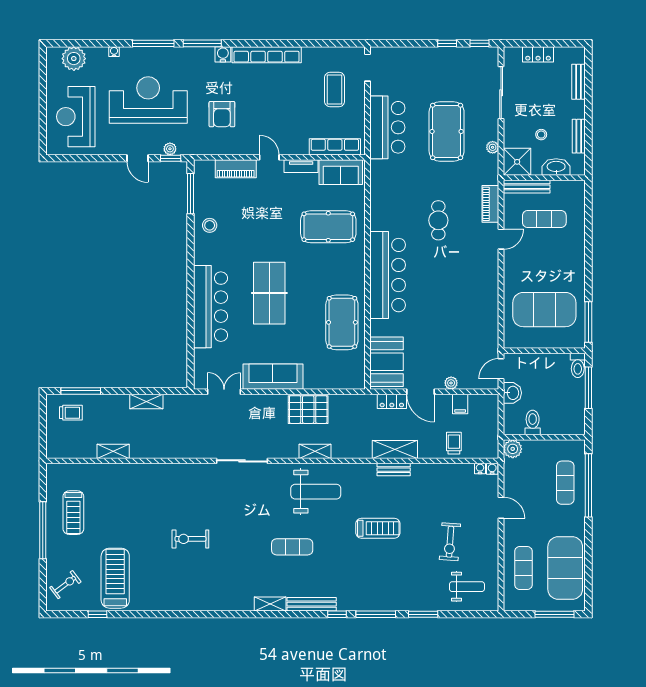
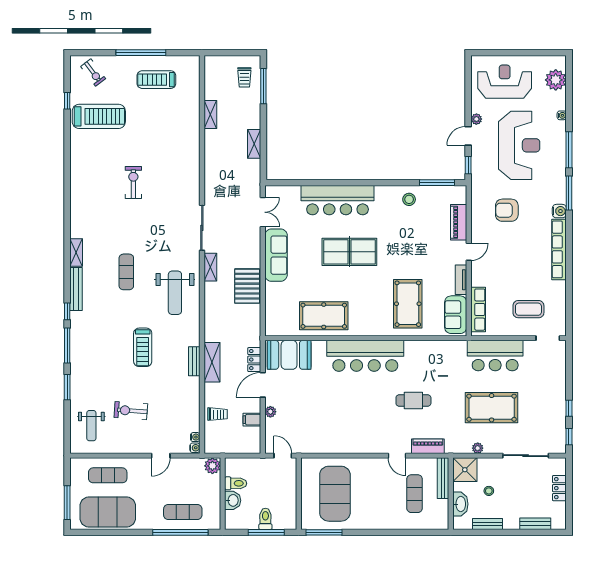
plant: (170, 149) -> (476, 119), moved
toilet: (578, 365) -> (265, 519), moved, turned 90
washbasin: (512, 393) -> (233, 500), moved, turned -90
shelving: (315, 451) -> (210, 267), moved

